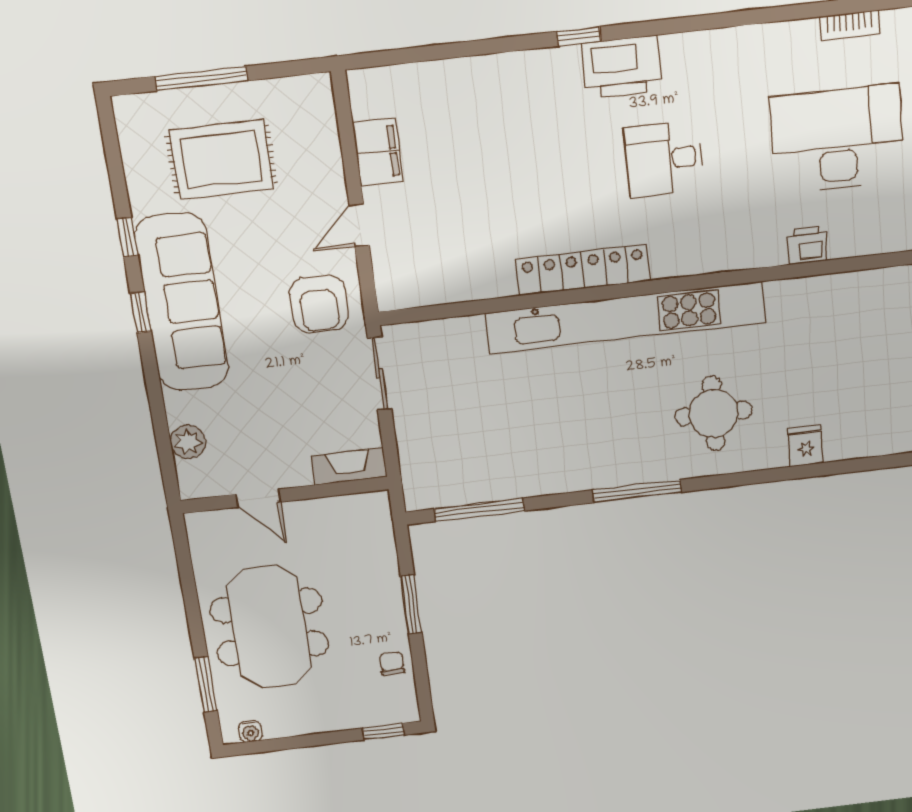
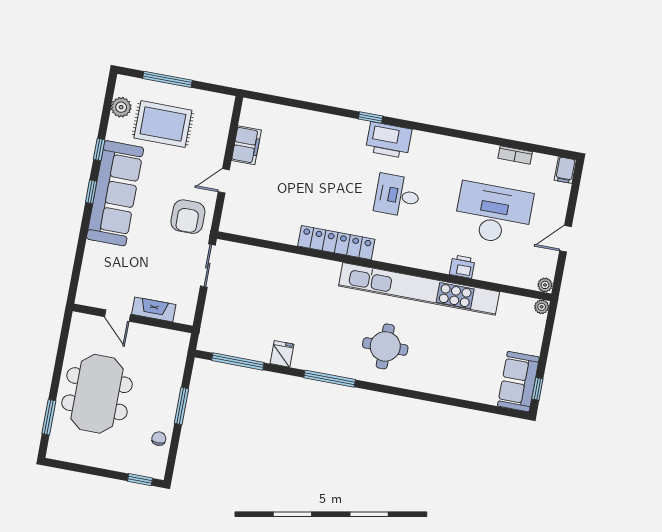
kitchen unit: (626, 318) -> (419, 289), moved
plant: (188, 442) -> (121, 107), moved
fridge: (806, 446) -> (282, 354), moved
fireplace: (349, 466) -> (154, 309), moved
water cooler: (250, 731) -> (64, 455), removed

